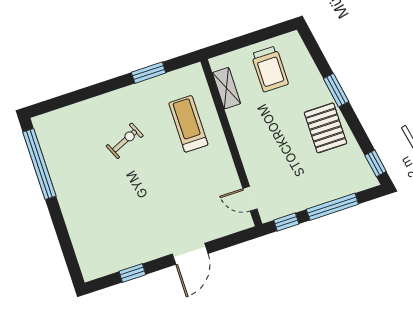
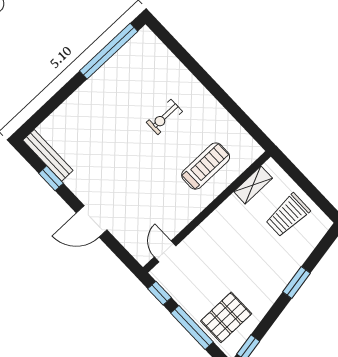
window: (149, 73) -> (234, 110), removed
pallet: (325, 128) -> (226, 317), moved
exercise bike: (125, 141) -> (164, 117), turned 114
bench: (110, 266) -> (48, 155), added

